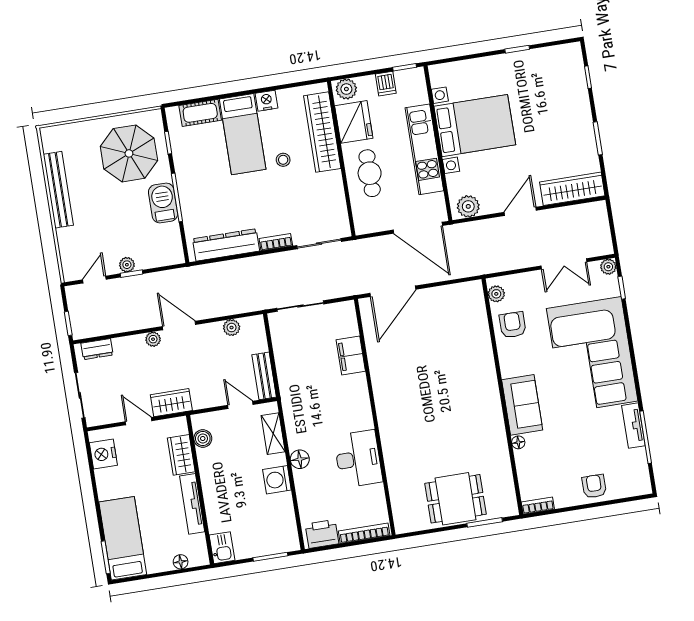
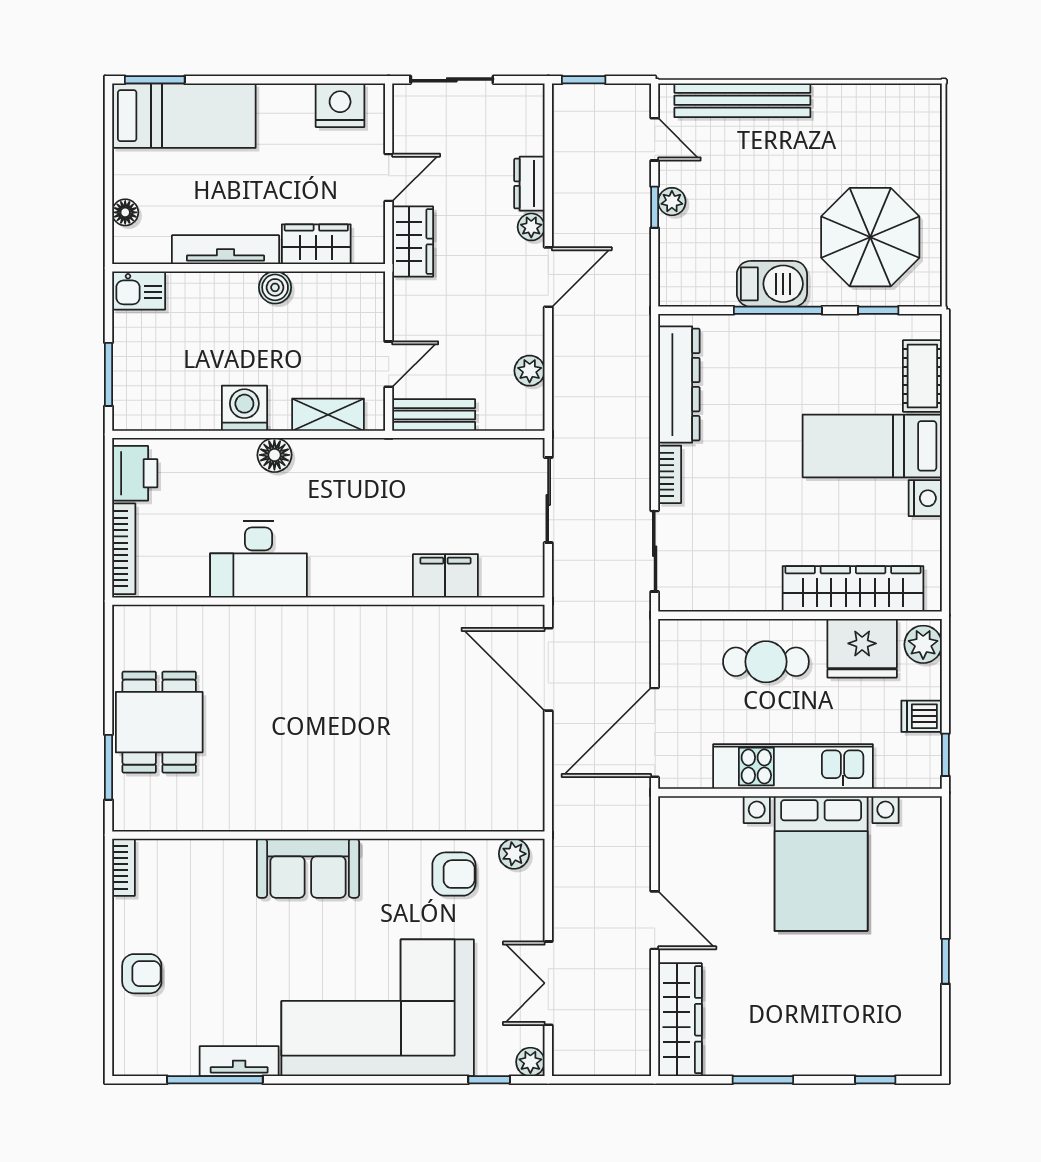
stool: (283, 160) -> (815, 511), removed
bench: (58, 190) -> (742, 100), moved
plant: (468, 206) -> (678, 829), removed
dresser: (97, 349) -> (529, 184), moved
boiler: (203, 438) -> (275, 287), moved
floor lamp: (518, 442) -> (242, 850), removed

